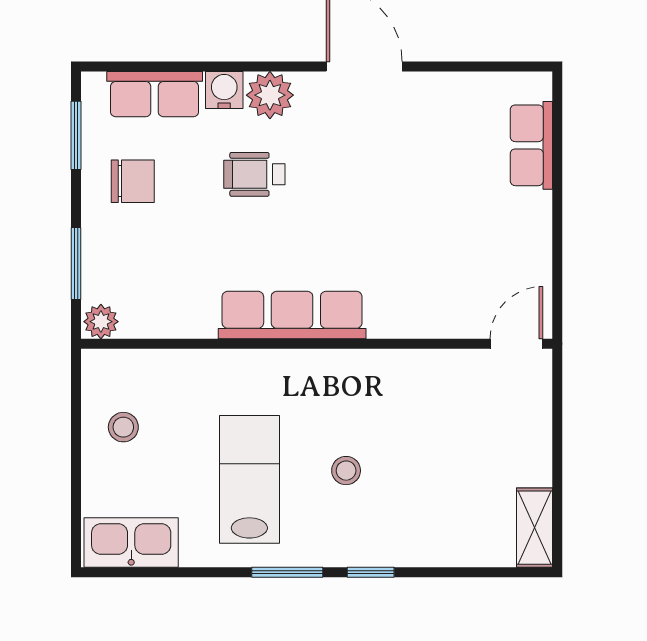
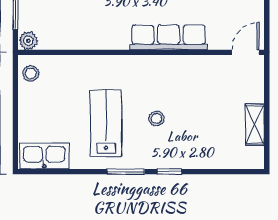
row of seats: (292, 315) -> (169, 37), moved
stool: (123, 427) -> (31, 73), moved
shelving: (535, 528) -> (255, 125), moved

